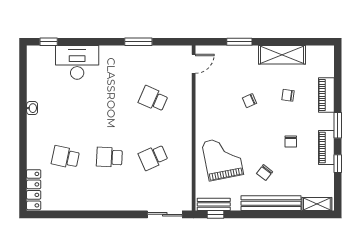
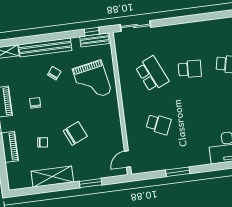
chair: (250, 101) -> (75, 133), width x1.87, depth x1.87
school desk: (153, 157) -> (152, 74), width x1.85

